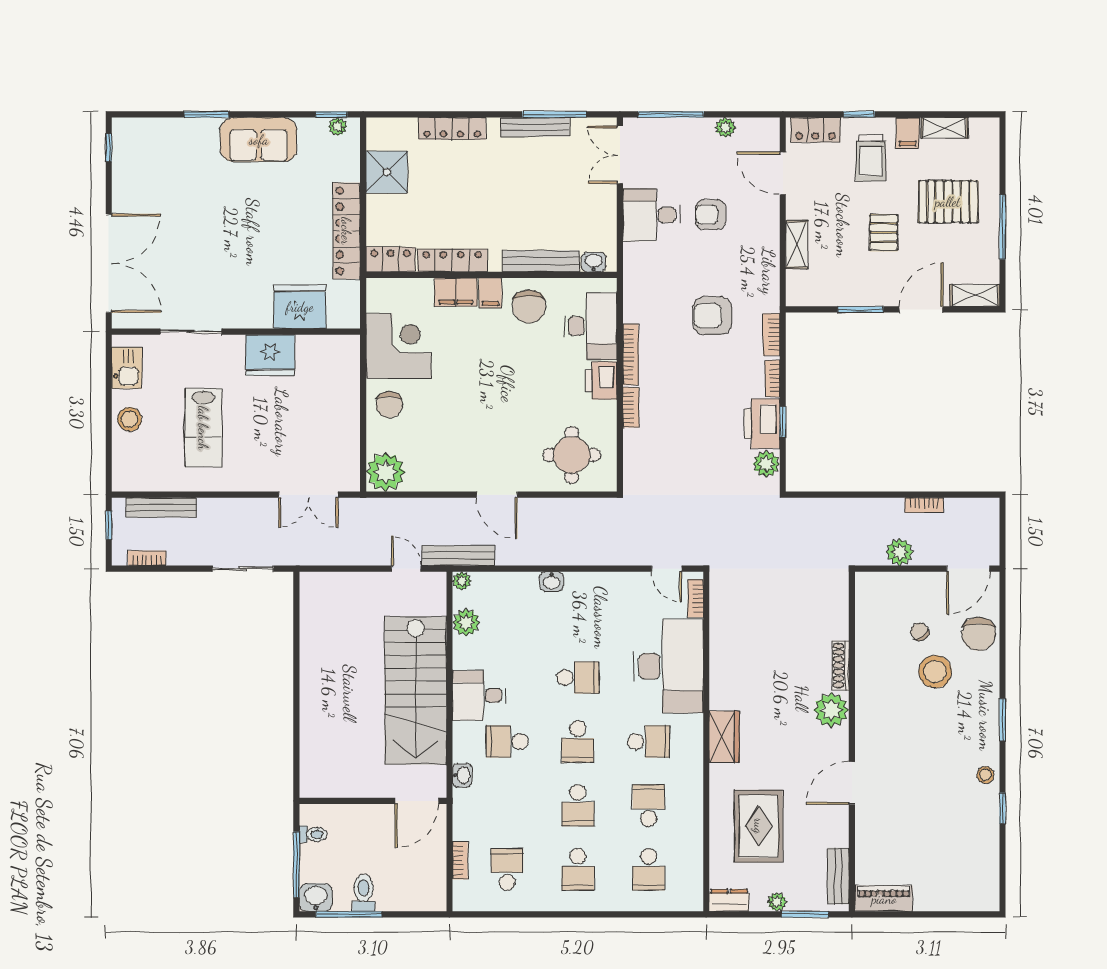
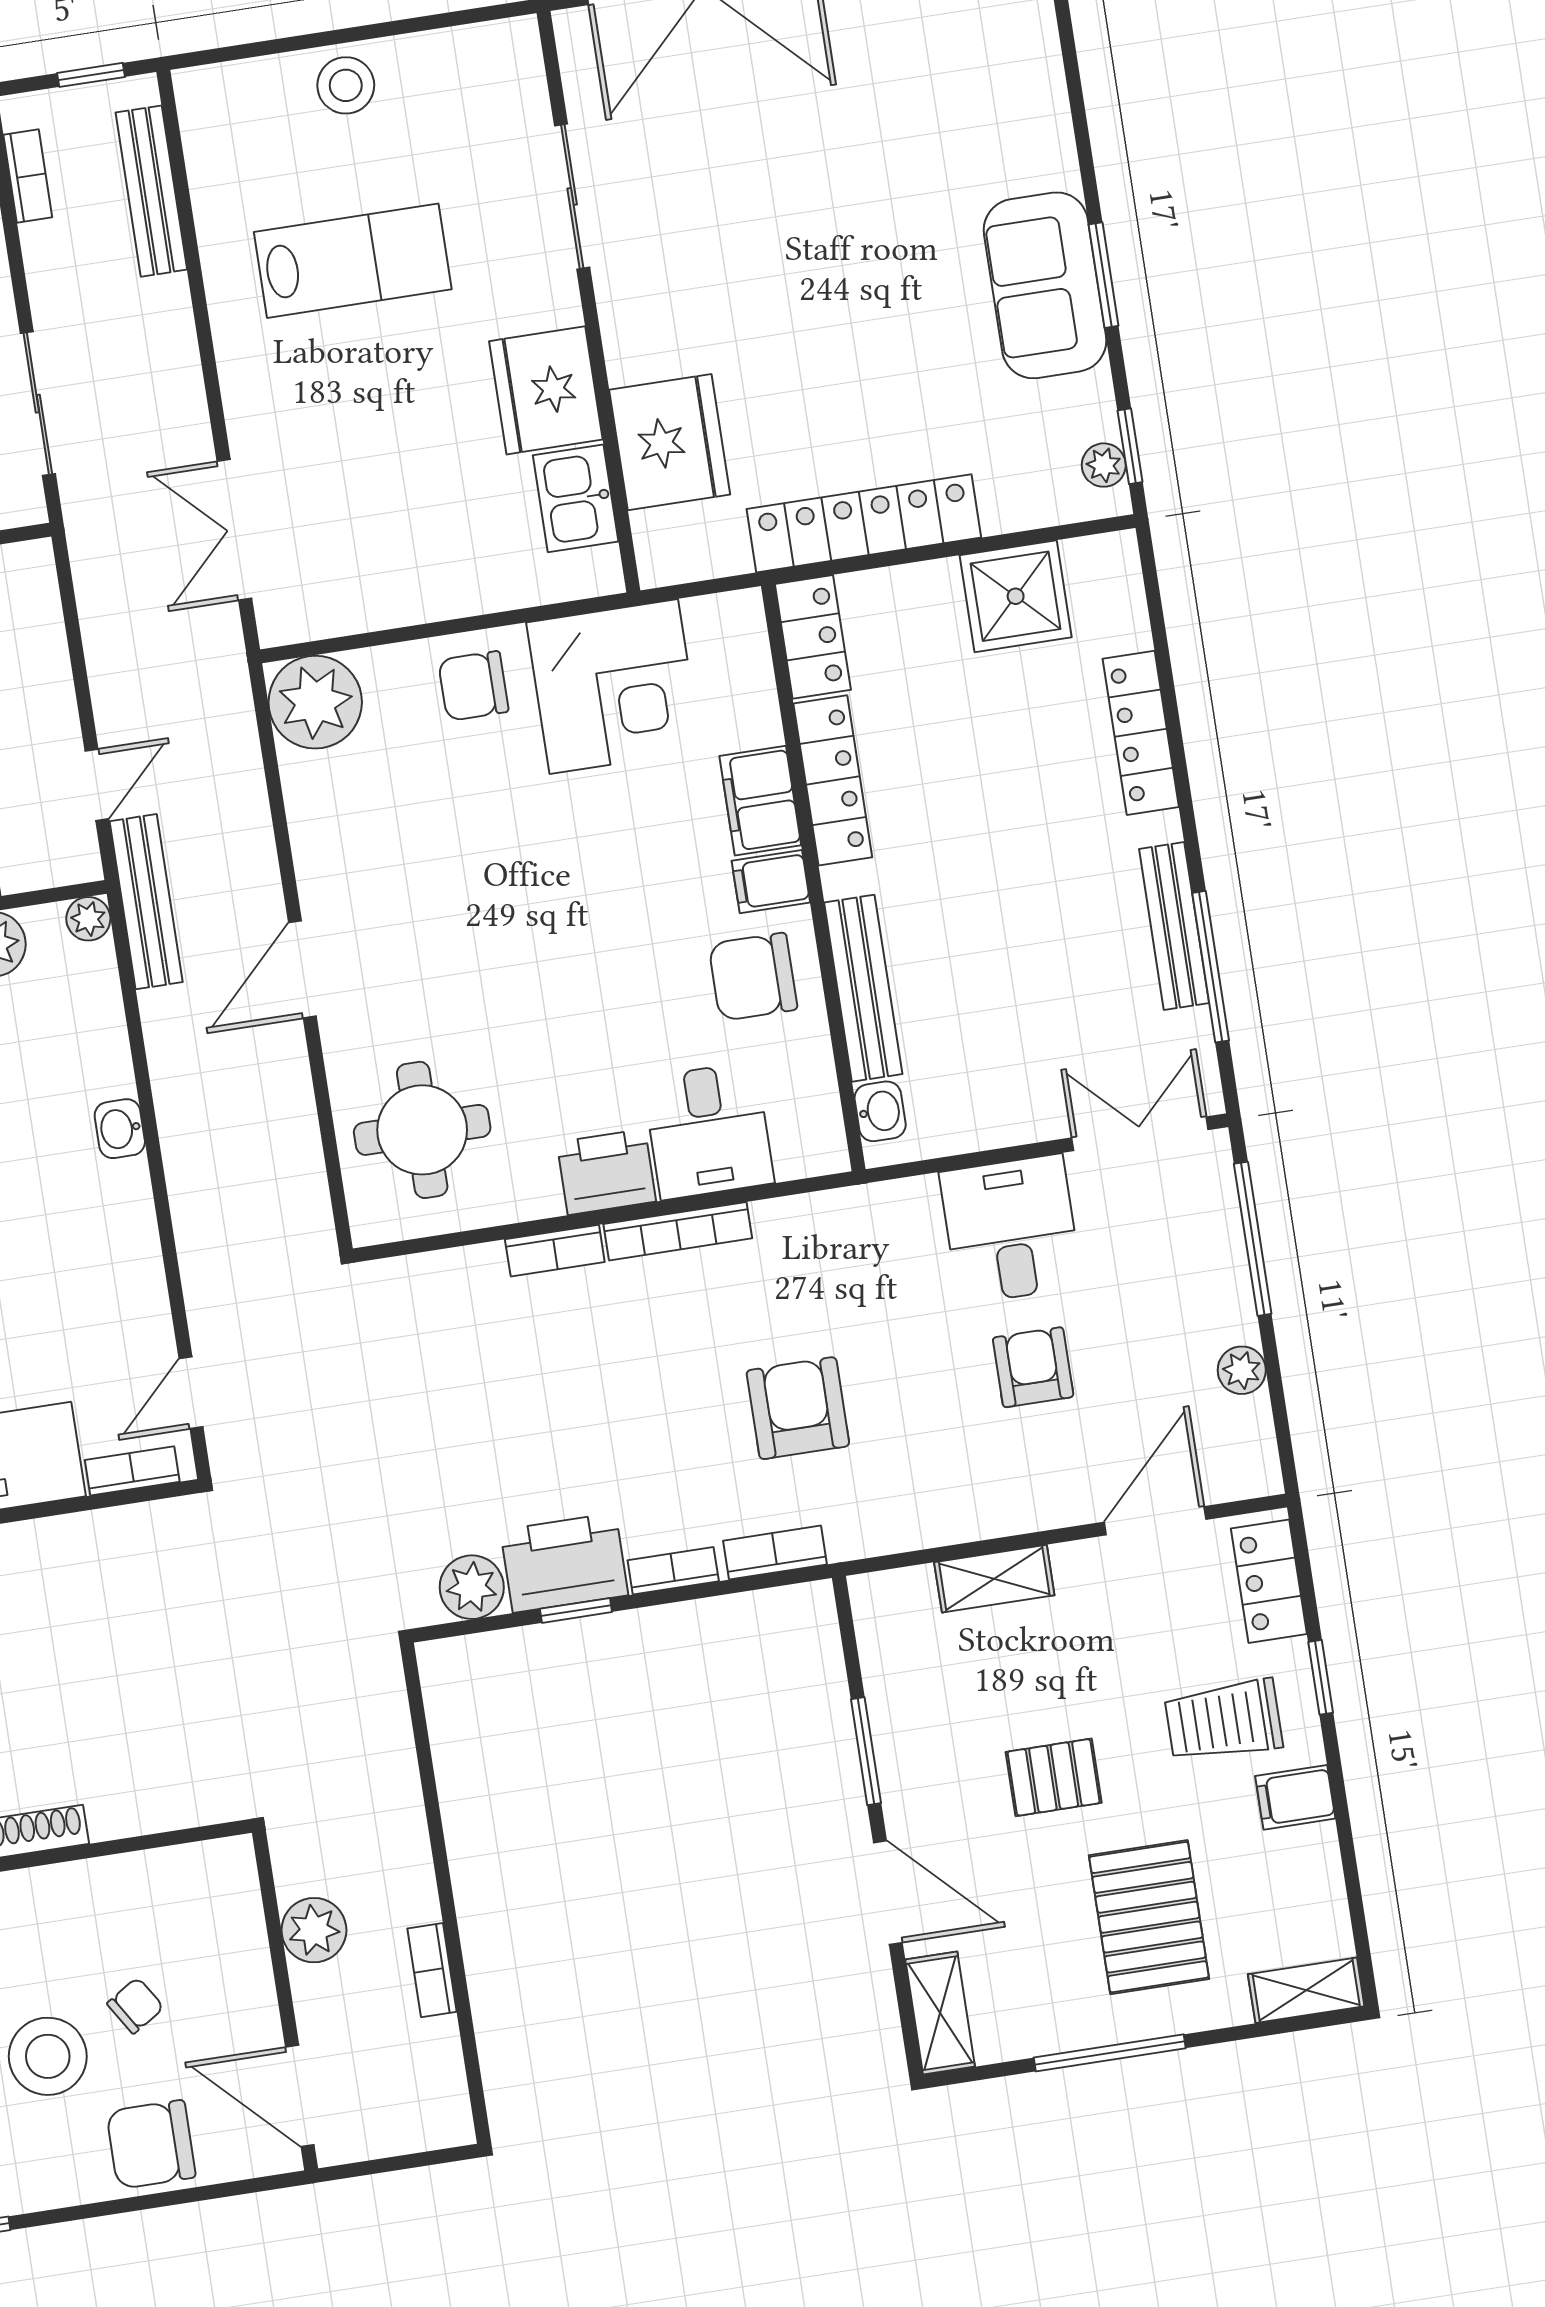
window: (206, 114) -> (1103, 275), moved
shelving: (944, 128) -> (1306, 1990), moved, turned 90
desk: (591, 326) -> (708, 1131), width x0.73
kitchen sink: (127, 368) -> (576, 498), moved, turned 90
lab bench: (203, 428) -> (353, 261), turned 180

